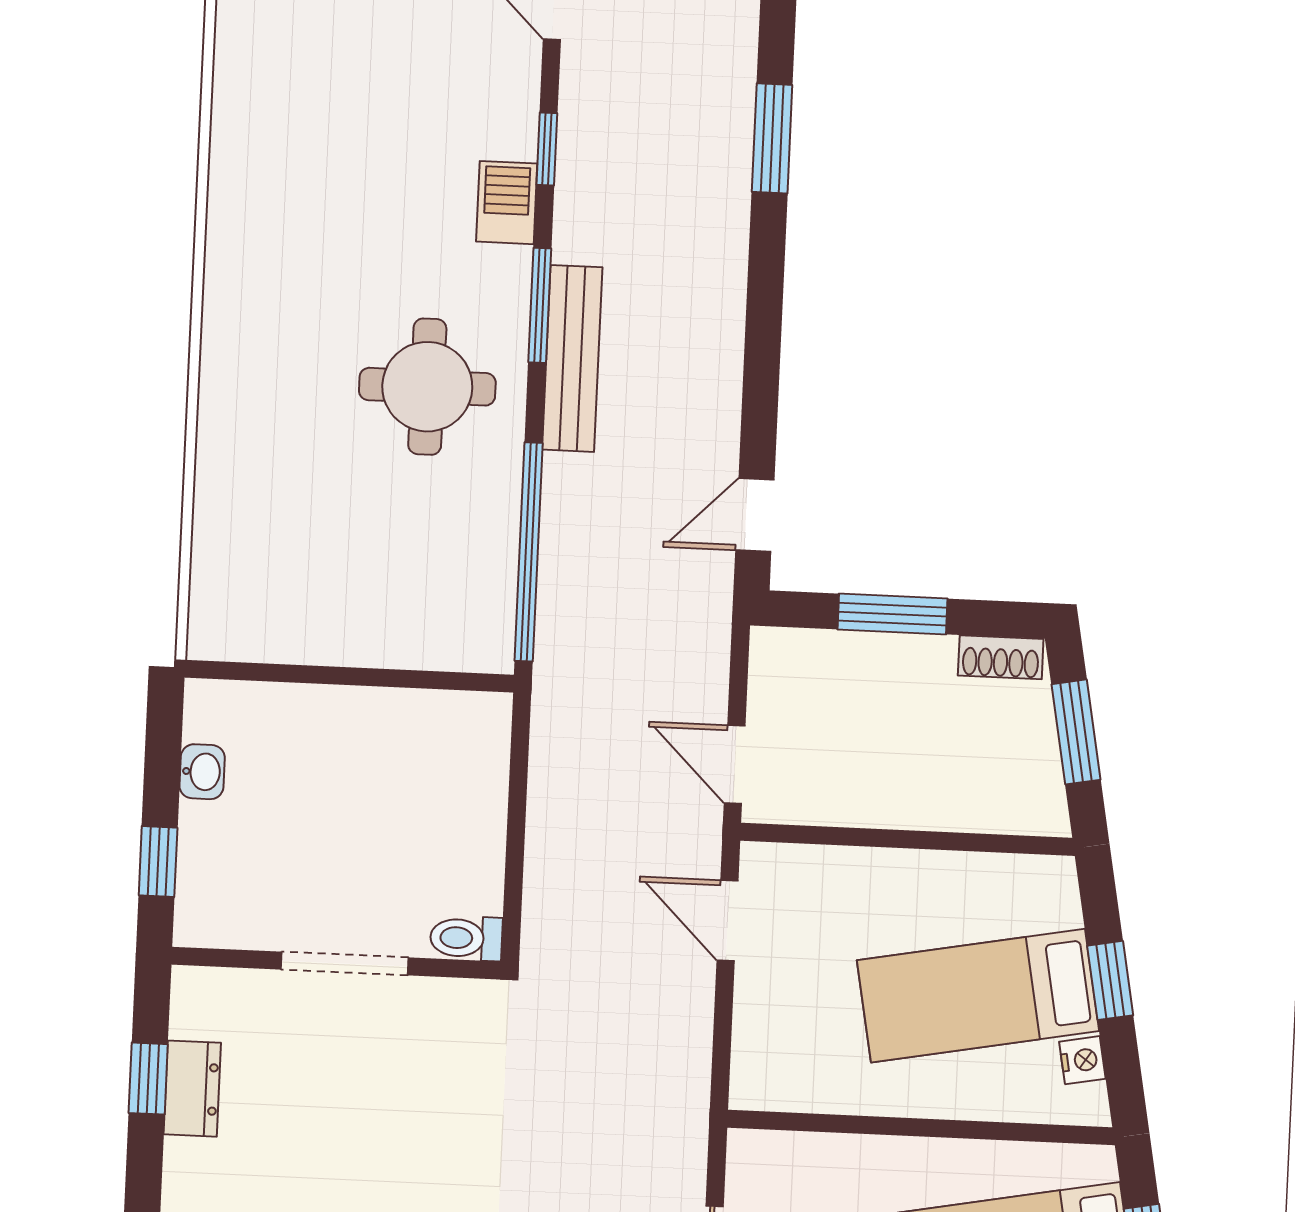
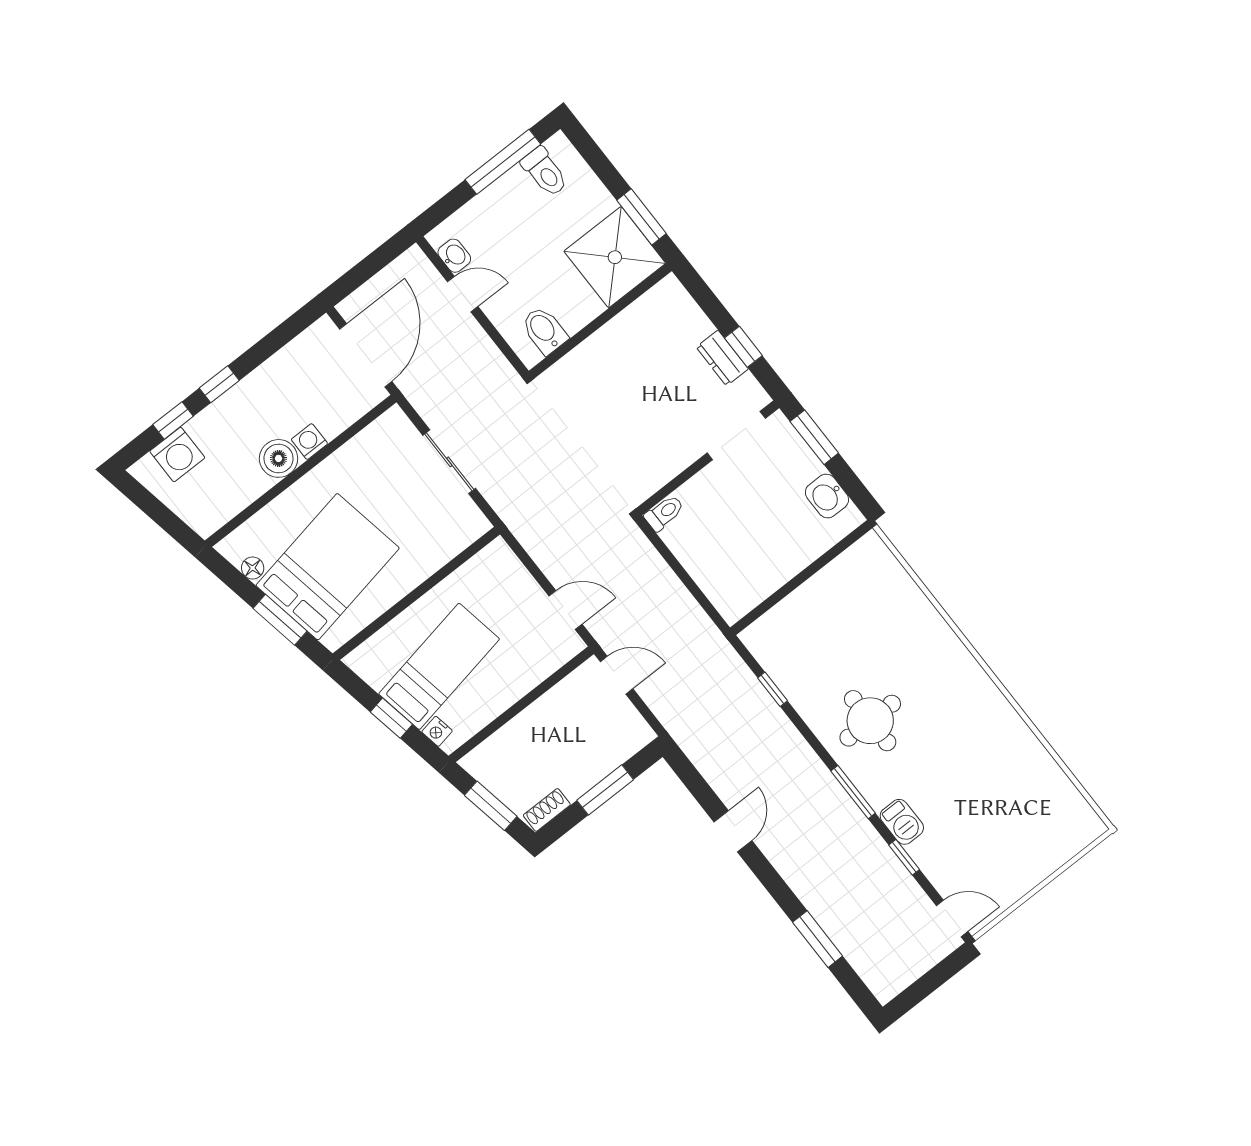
bench: (572, 358) -> (822, 782), removed
door: (755, 515) -> (733, 831), moved
window: (529, 552) -> (773, 689), width x0.32
washbasin: (202, 772) -> (827, 496), width x1.38, depth x1.45
window: (158, 862) -> (814, 437), width x1.50
doorway: (345, 964) -> (736, 436), moved
nightstand: (1082, 1060) -> (437, 731), moved

